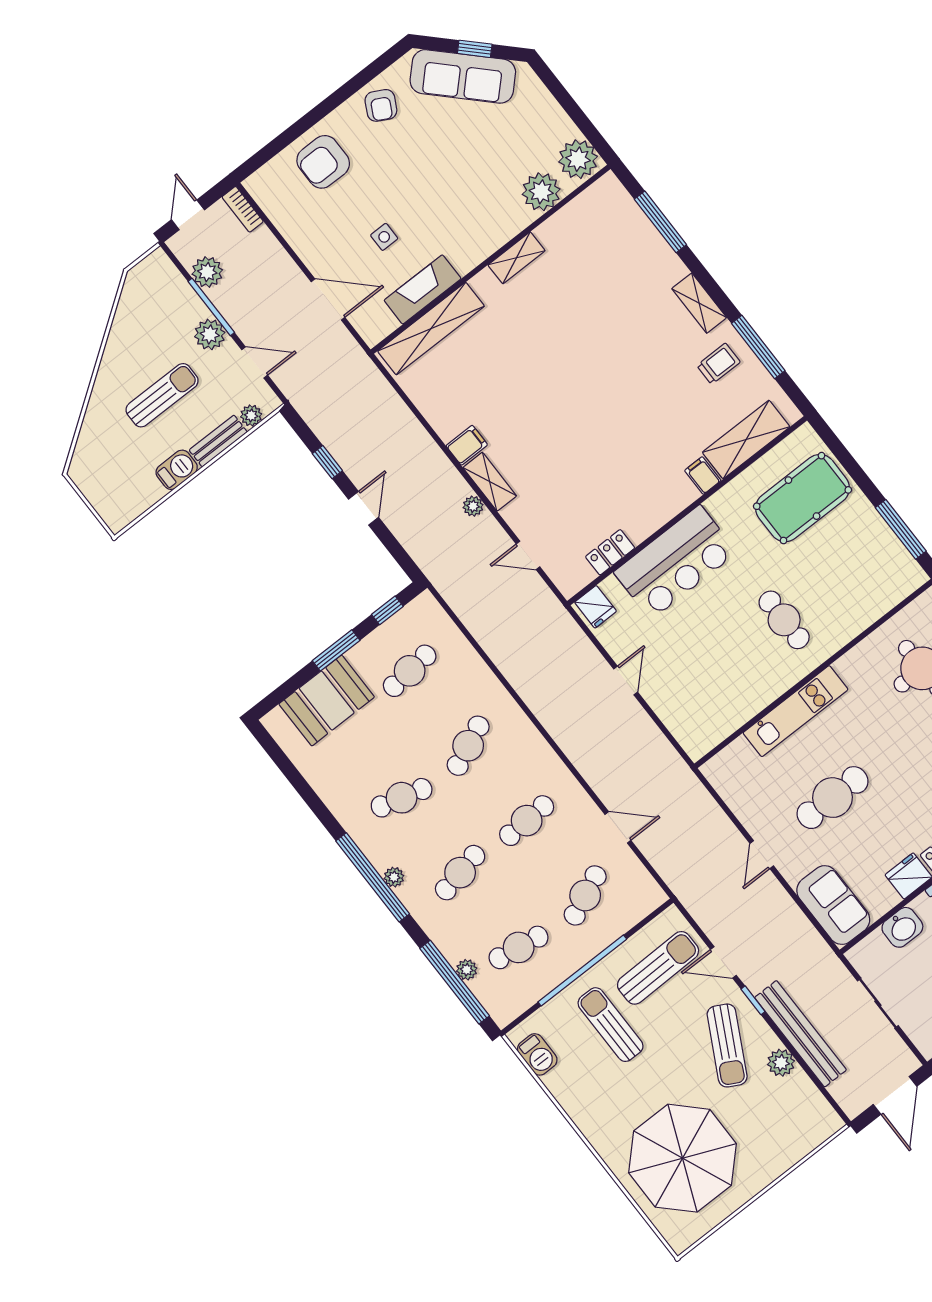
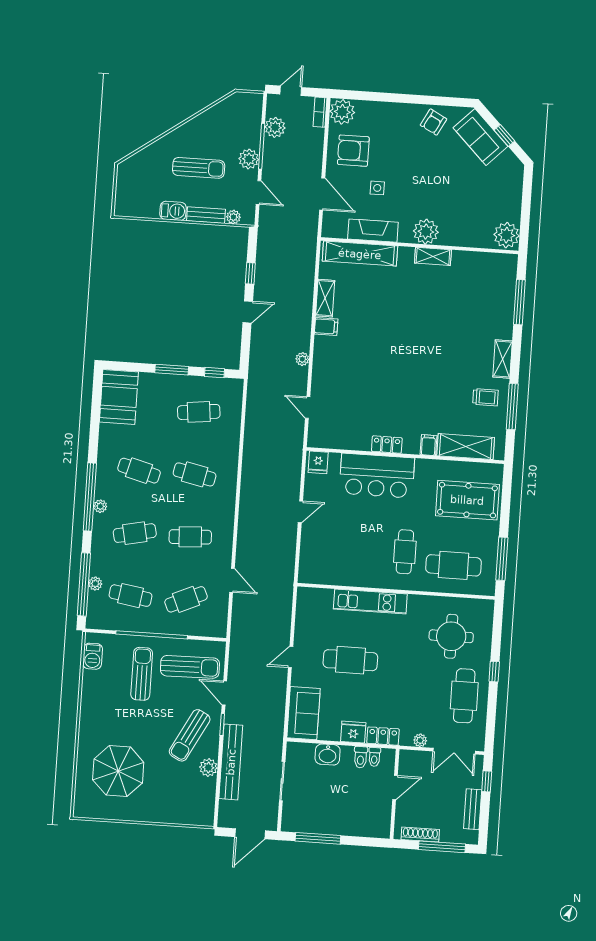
sofa: (463, 76) -> (480, 137), width x0.73
armchair: (323, 162) -> (353, 151), moved
plant: (267, 186) -> (342, 112), added
plant: (541, 192) -> (426, 232), moved
shelving: (490, 482) -> (325, 298), moved
locker: (610, 552) -> (387, 445), moved
cafe table: (853, 586) -> (454, 565), added
booth: (327, 701) -> (119, 397), moved, turned 90
cafe table: (468, 746) -> (195, 474), turned 36
parasol: (682, 1158) -> (118, 771), width x0.73, depth x0.73

